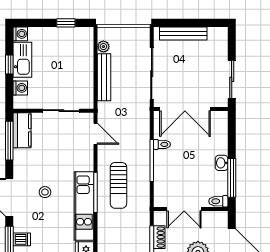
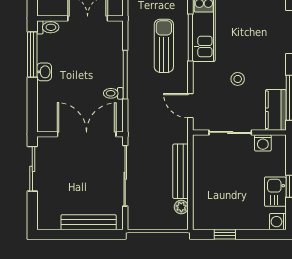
kitchen sink: (22, 60) -> (275, 192), width x0.73
washing machine: (20, 88) -> (263, 143), moved, turned -90
stool: (45, 192) -> (238, 79), moved

